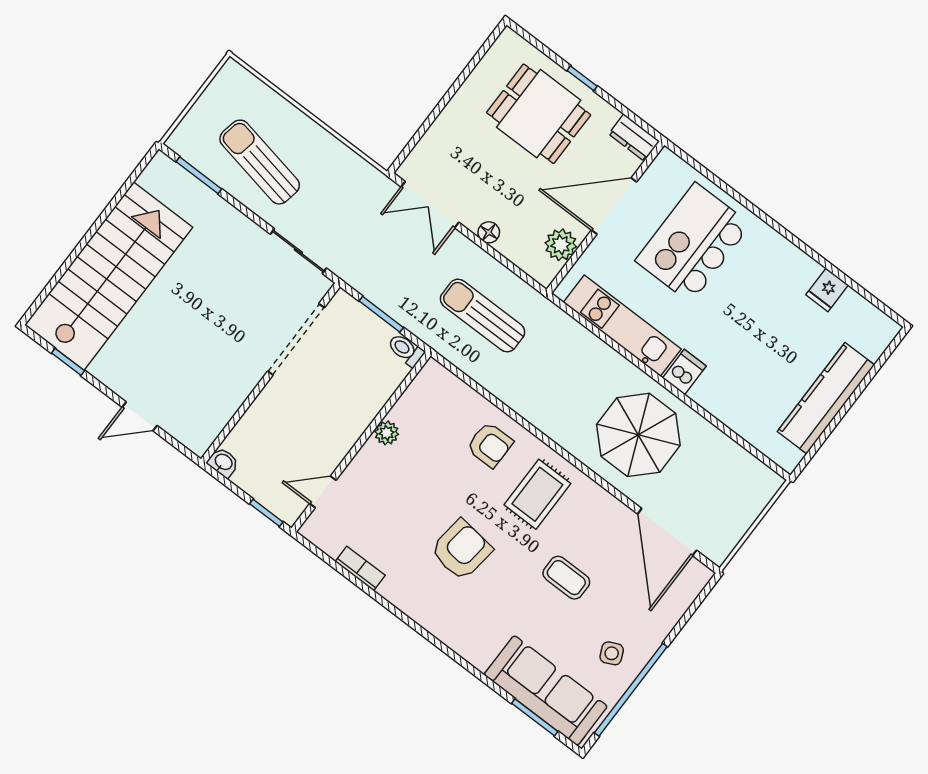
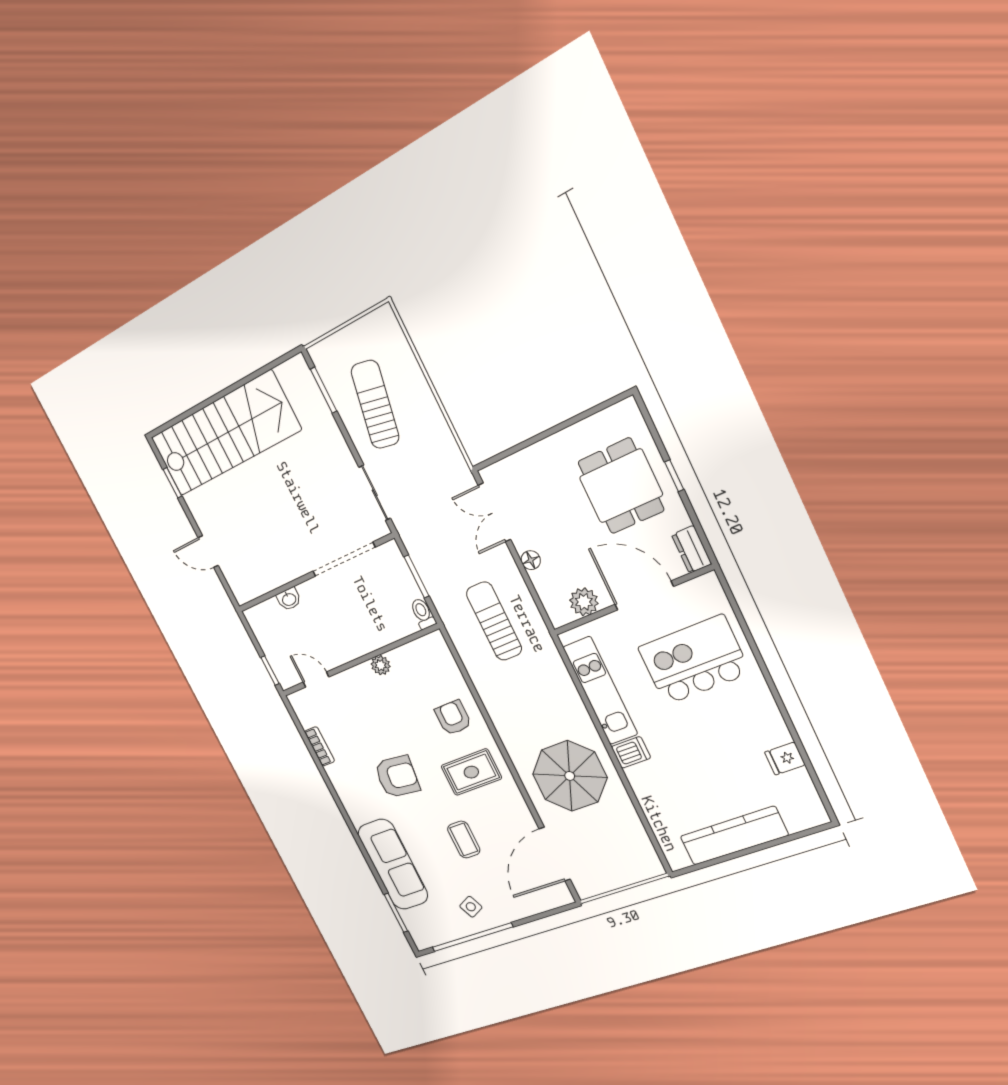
armchair: (490, 445) -> (453, 718), turned 180
washbasin: (223, 462) -> (289, 599), moved, turned 90
sofa: (546, 691) -> (393, 864), moved

